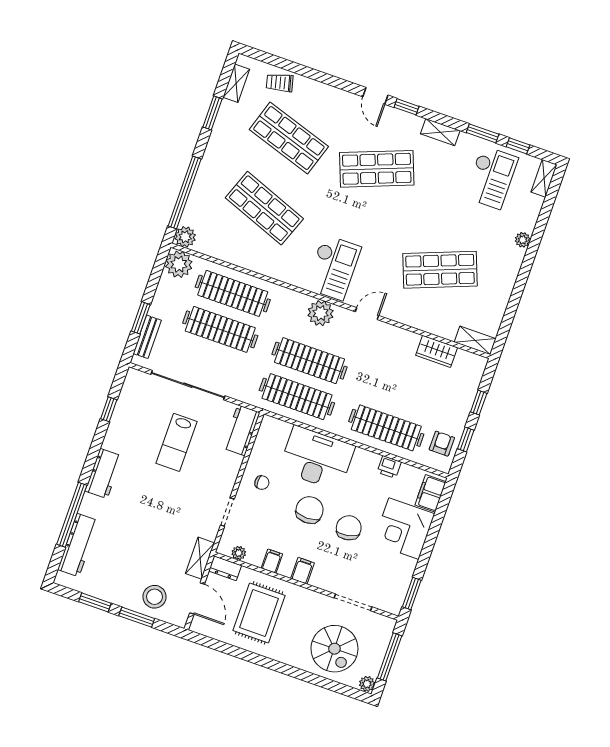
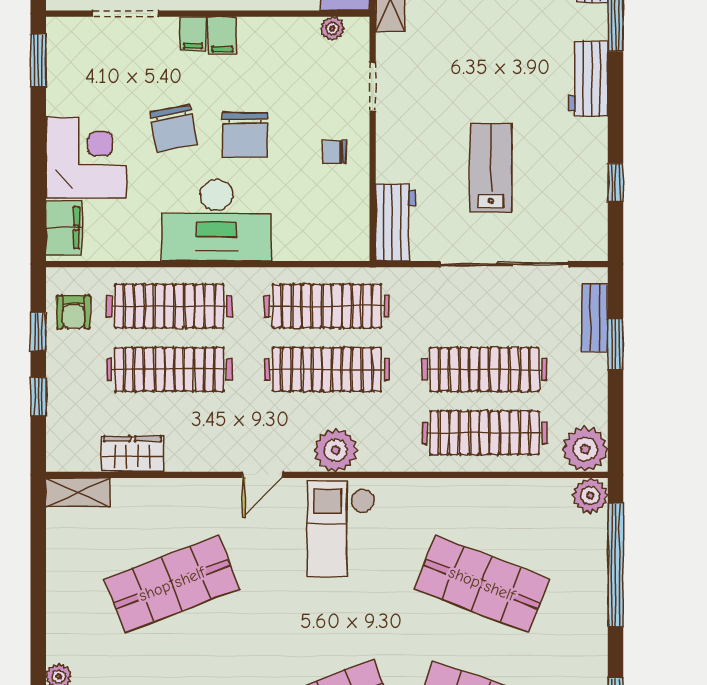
clothes rail: (399, 392) -> (169, 369), added
desk: (317, 458) -> (216, 220), moved
printer: (389, 467) -> (143, 246), removed
filing cabinet: (272, 561) -> (193, 34), moved

